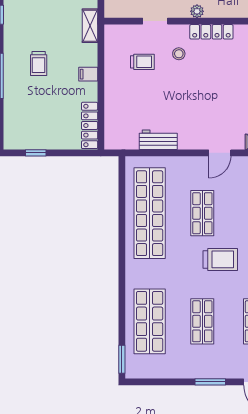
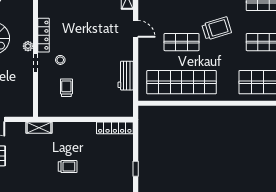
doorway: (155, 21) -> (36, 63), moved
filing cabinet: (88, 74) -> (76, 129), removed
trolley: (220, 259) -> (217, 28), turned 73

